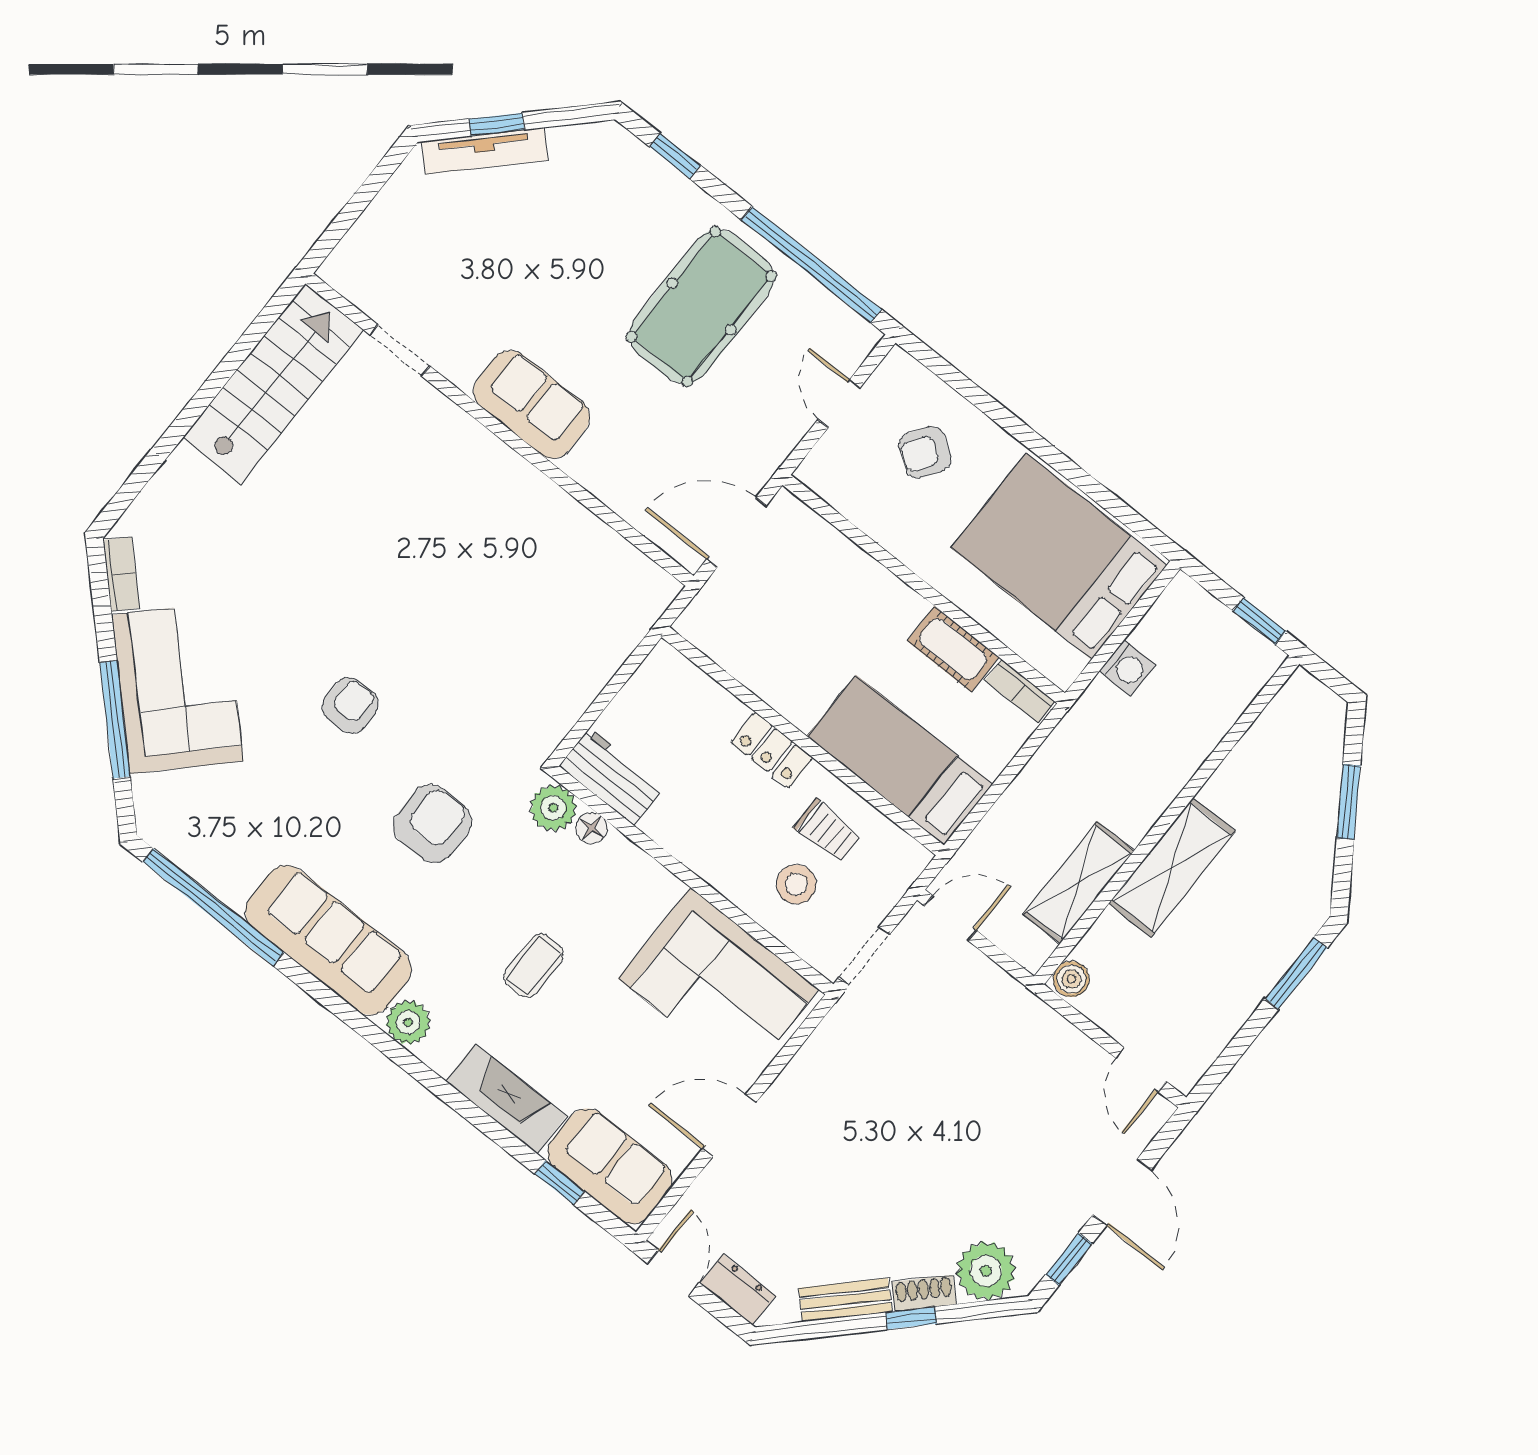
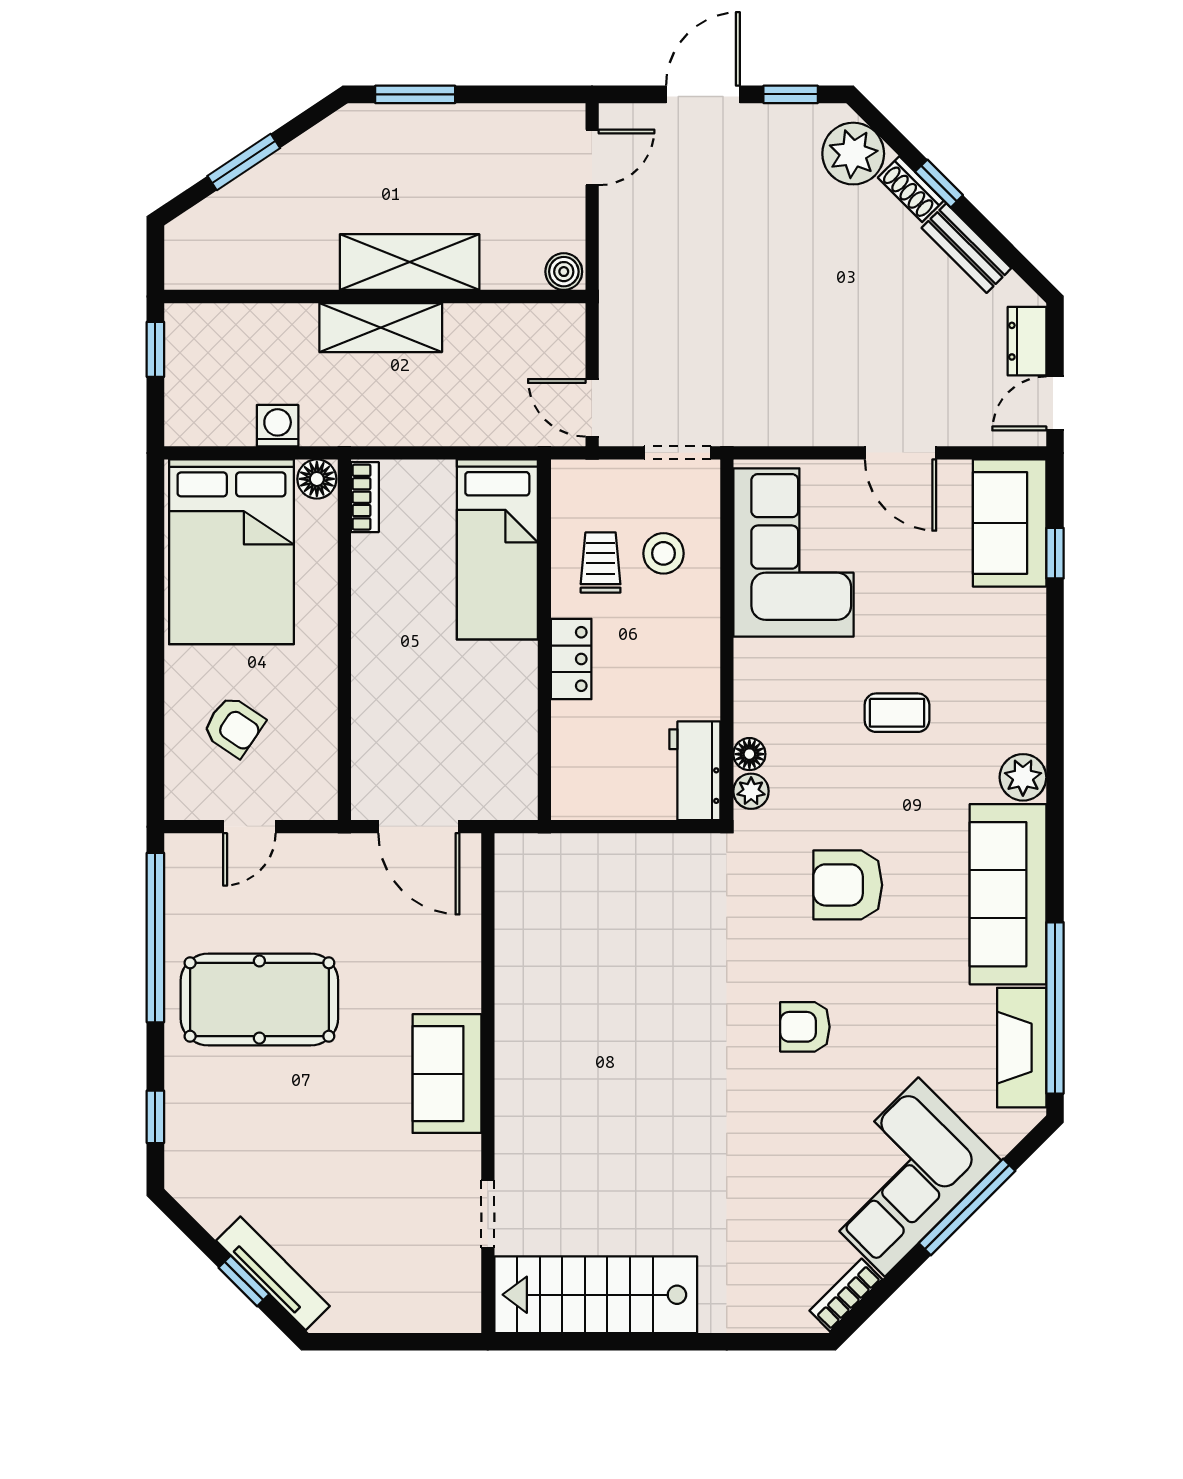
cot: (953, 649) -> (374, 578), removed
floor lamp: (1063, 665) -> (317, 479), added
plant: (553, 808) -> (751, 791), width x0.73, depth x0.73
shelving: (1079, 882) -> (381, 328), moved
fireplace: (506, 1099) -> (1022, 1048), moved

